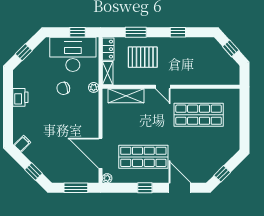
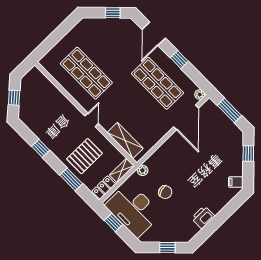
pallet: (143, 57) -> (85, 156), turned 90

